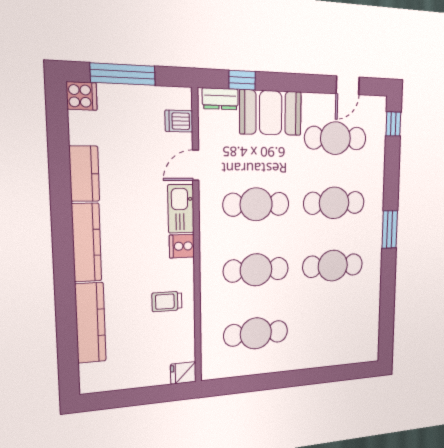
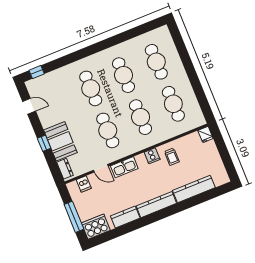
window: (242, 80) -> (44, 143), moved
cooker: (82, 96) -> (96, 227), width x1.87, depth x1.31
cafe table: (335, 138) -> (156, 62), moved
window: (390, 229) -> (92, 50), removed
cooker: (182, 246) -> (152, 156), moved

